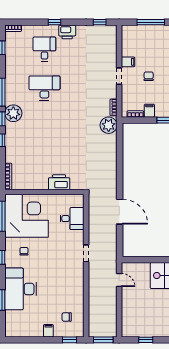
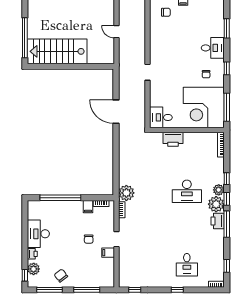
printer: (67, 32) -> (218, 221), moved, turned -90
desk: (44, 88) -> (187, 191), moved
plant: (11, 128) -> (219, 190), added
desk: (72, 219) -> (161, 117), moved
door: (119, 280) -> (116, 32), moved
desk: (21, 289) -> (213, 48), width x0.53, depth x0.77

